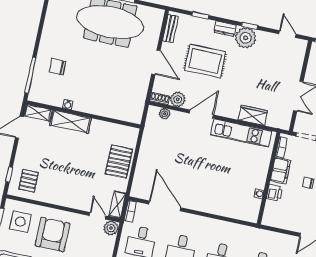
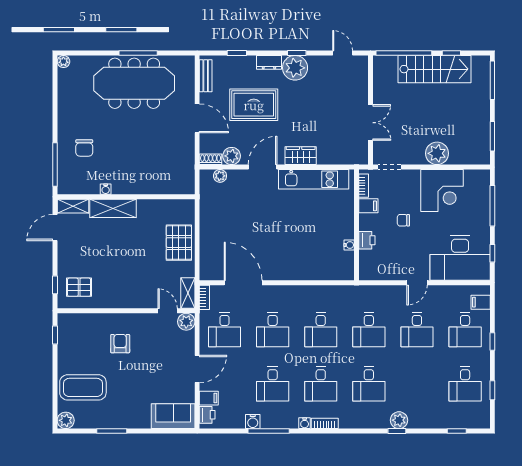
chair: (58, 67) -> (84, 148), turned -90
wardrobe: (253, 115) -> (301, 156), moved
filing cabinet: (280, 171) -> (368, 206), width x0.50
pallet: (29, 181) -> (79, 287), turned 90
side table: (20, 222) -> (80, 337), removed
armchair: (53, 234) -> (120, 344), width x0.53, depth x0.53

